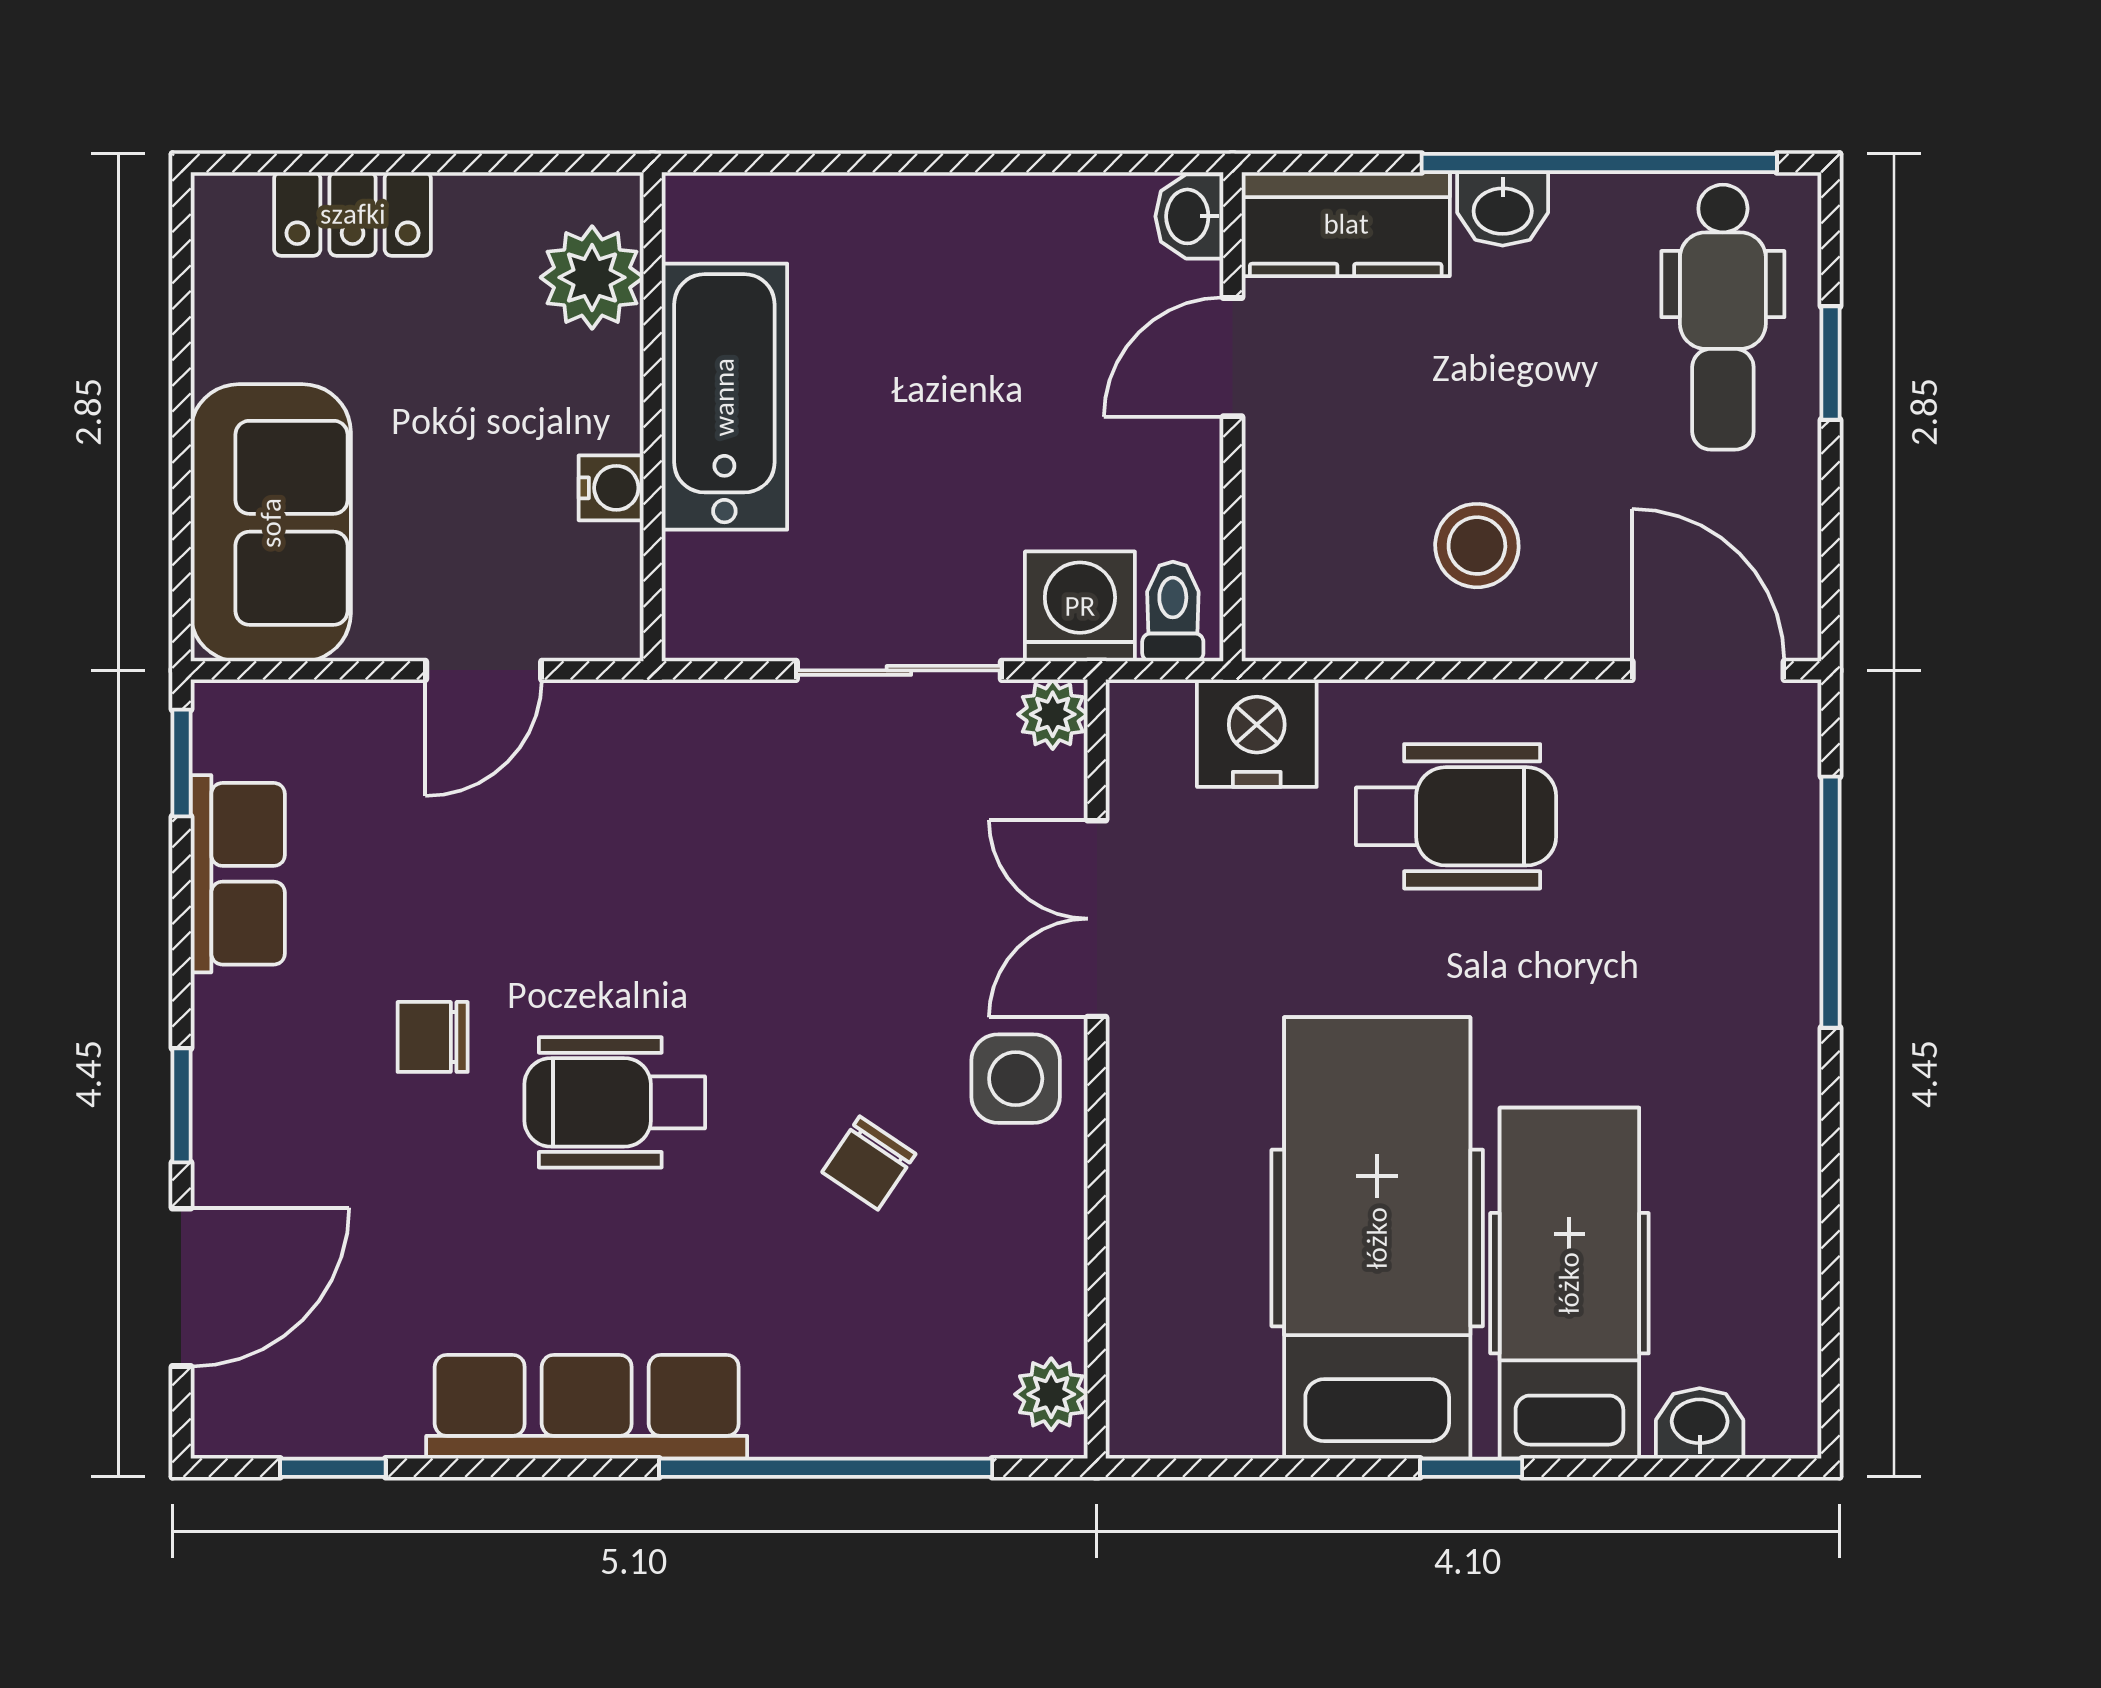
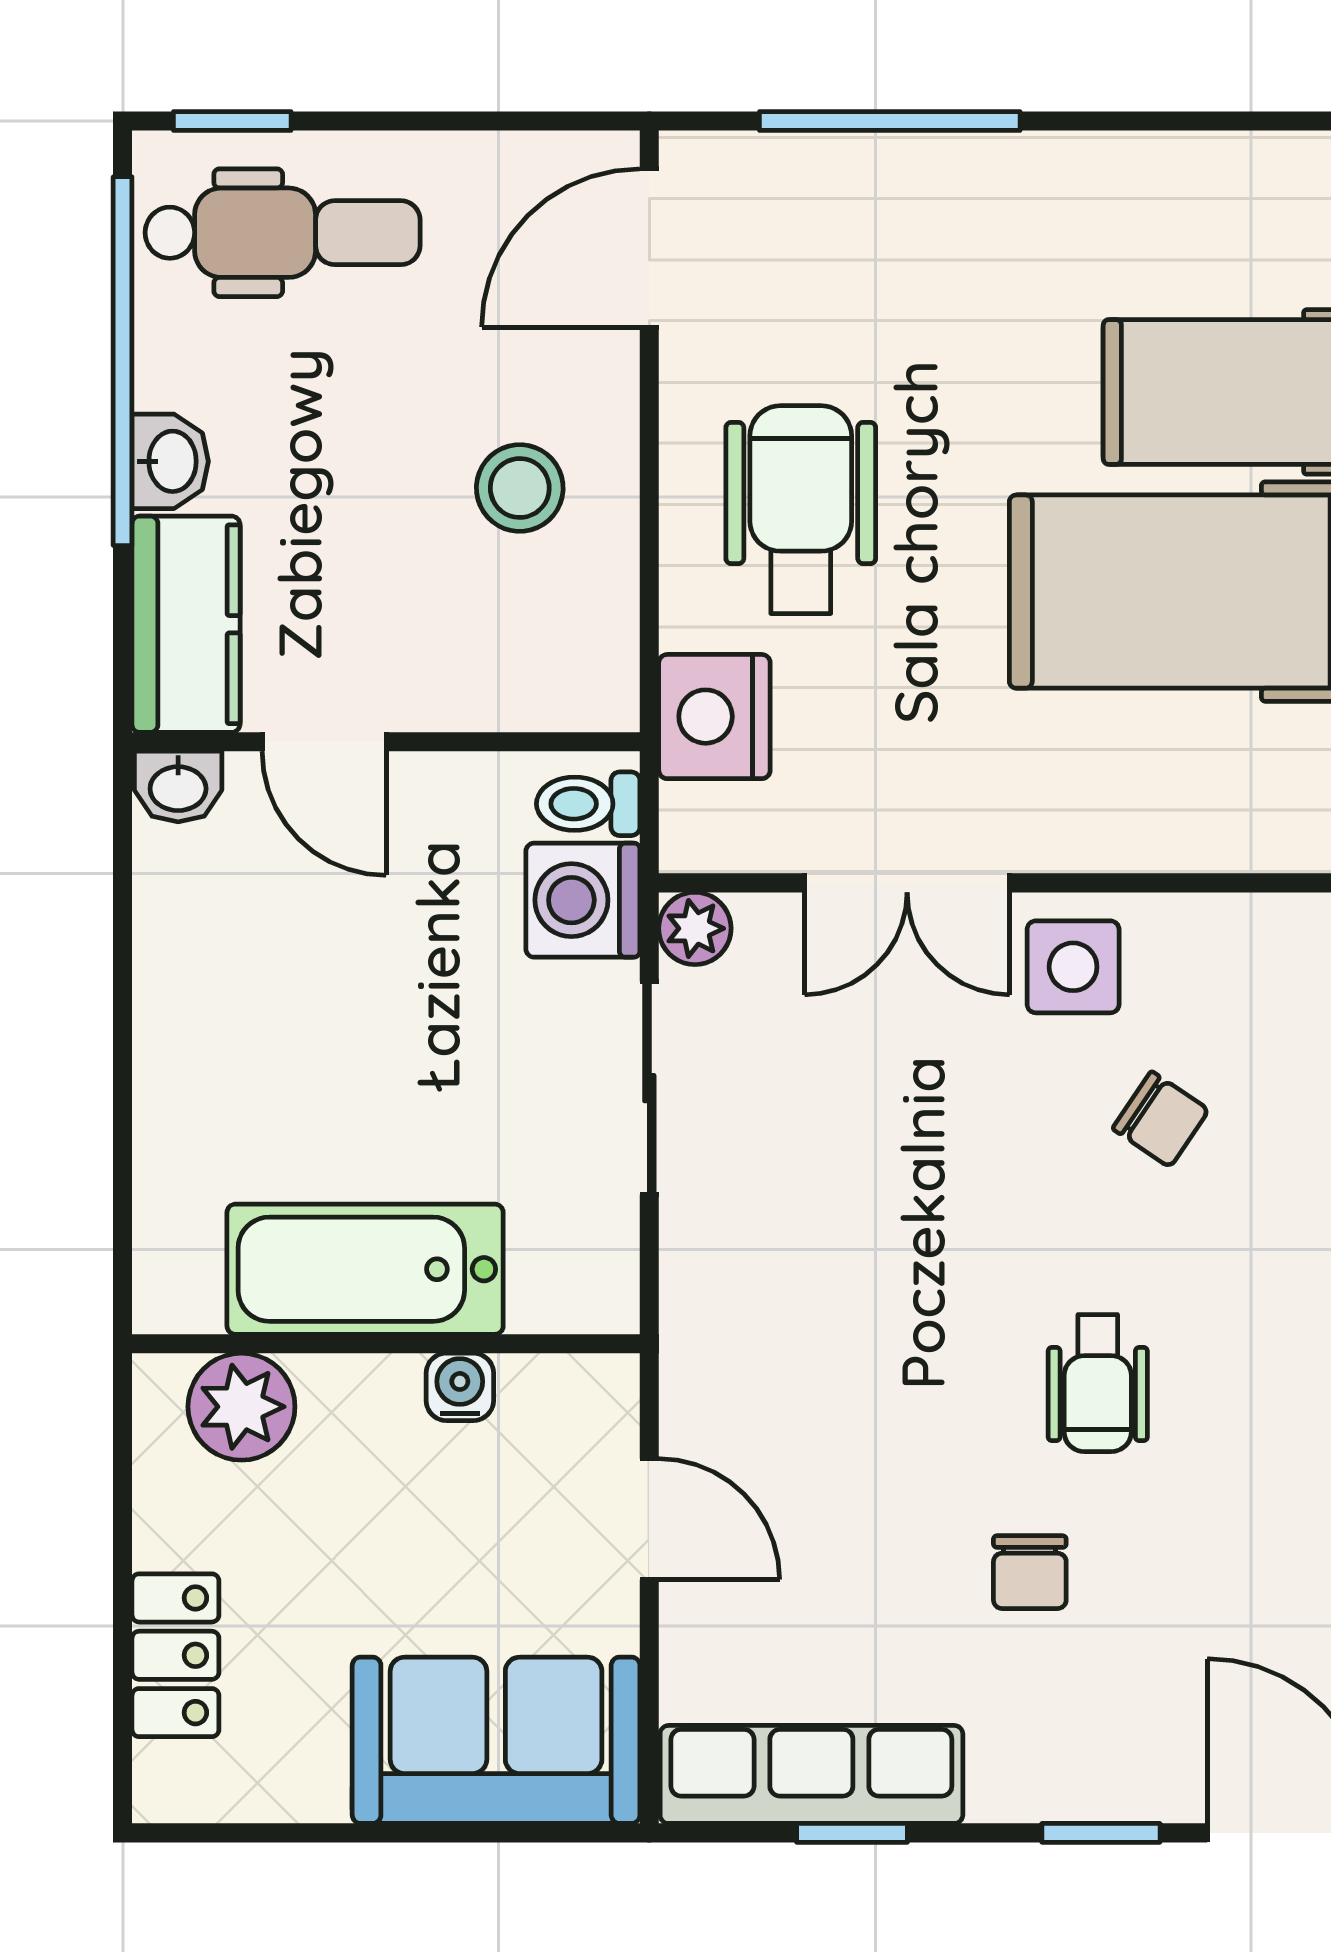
window: (1830, 363) -> (232, 121), moved
window: (181, 763) -> (852, 1833), moved
row of seats: (238, 874) -> (811, 1774), width x1.48
wheelchair: (615, 1102) -> (1098, 1383), width x0.73, depth x0.73

